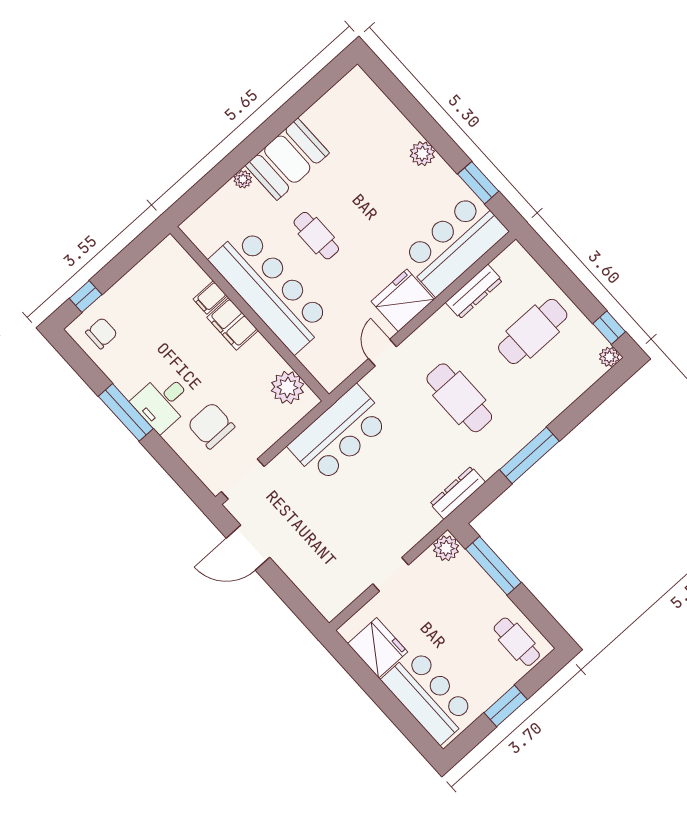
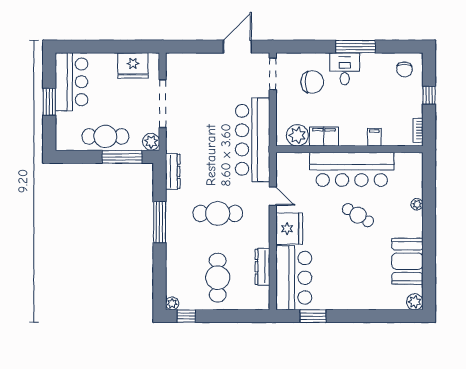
plant: (422, 154) -> (415, 302), moved
booth: (287, 159) -> (407, 261), moved
cafe table: (316, 236) -> (358, 215), turned 31
bookcase: (157, 255) -> (418, 130), added
window: (86, 297) -> (429, 95), moved
filing cabinet: (233, 324) -> (324, 137), moved
bar counter: (339, 434) -> (253, 140), width x1.36
doorway: (391, 574) -> (163, 104), width x1.87
cafe table: (517, 642) -> (105, 136), moved, width x1.37, depth x1.35
bar counter: (428, 696) -> (72, 82), moved, turned -90

